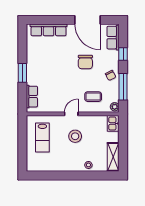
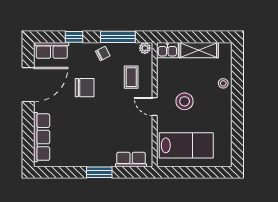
lab bench: (42, 137) -> (186, 145), width x1.36, depth x1.39
shelving: (113, 157) -> (199, 50), moved

